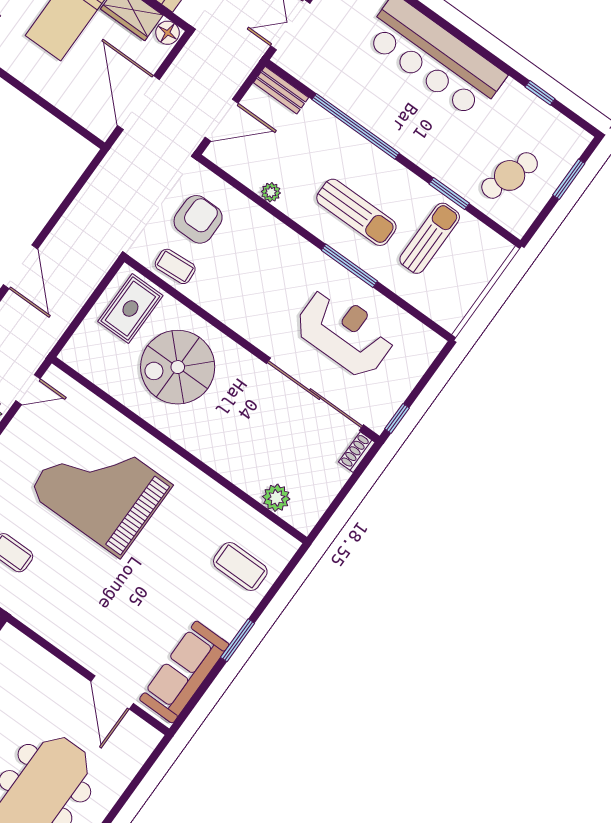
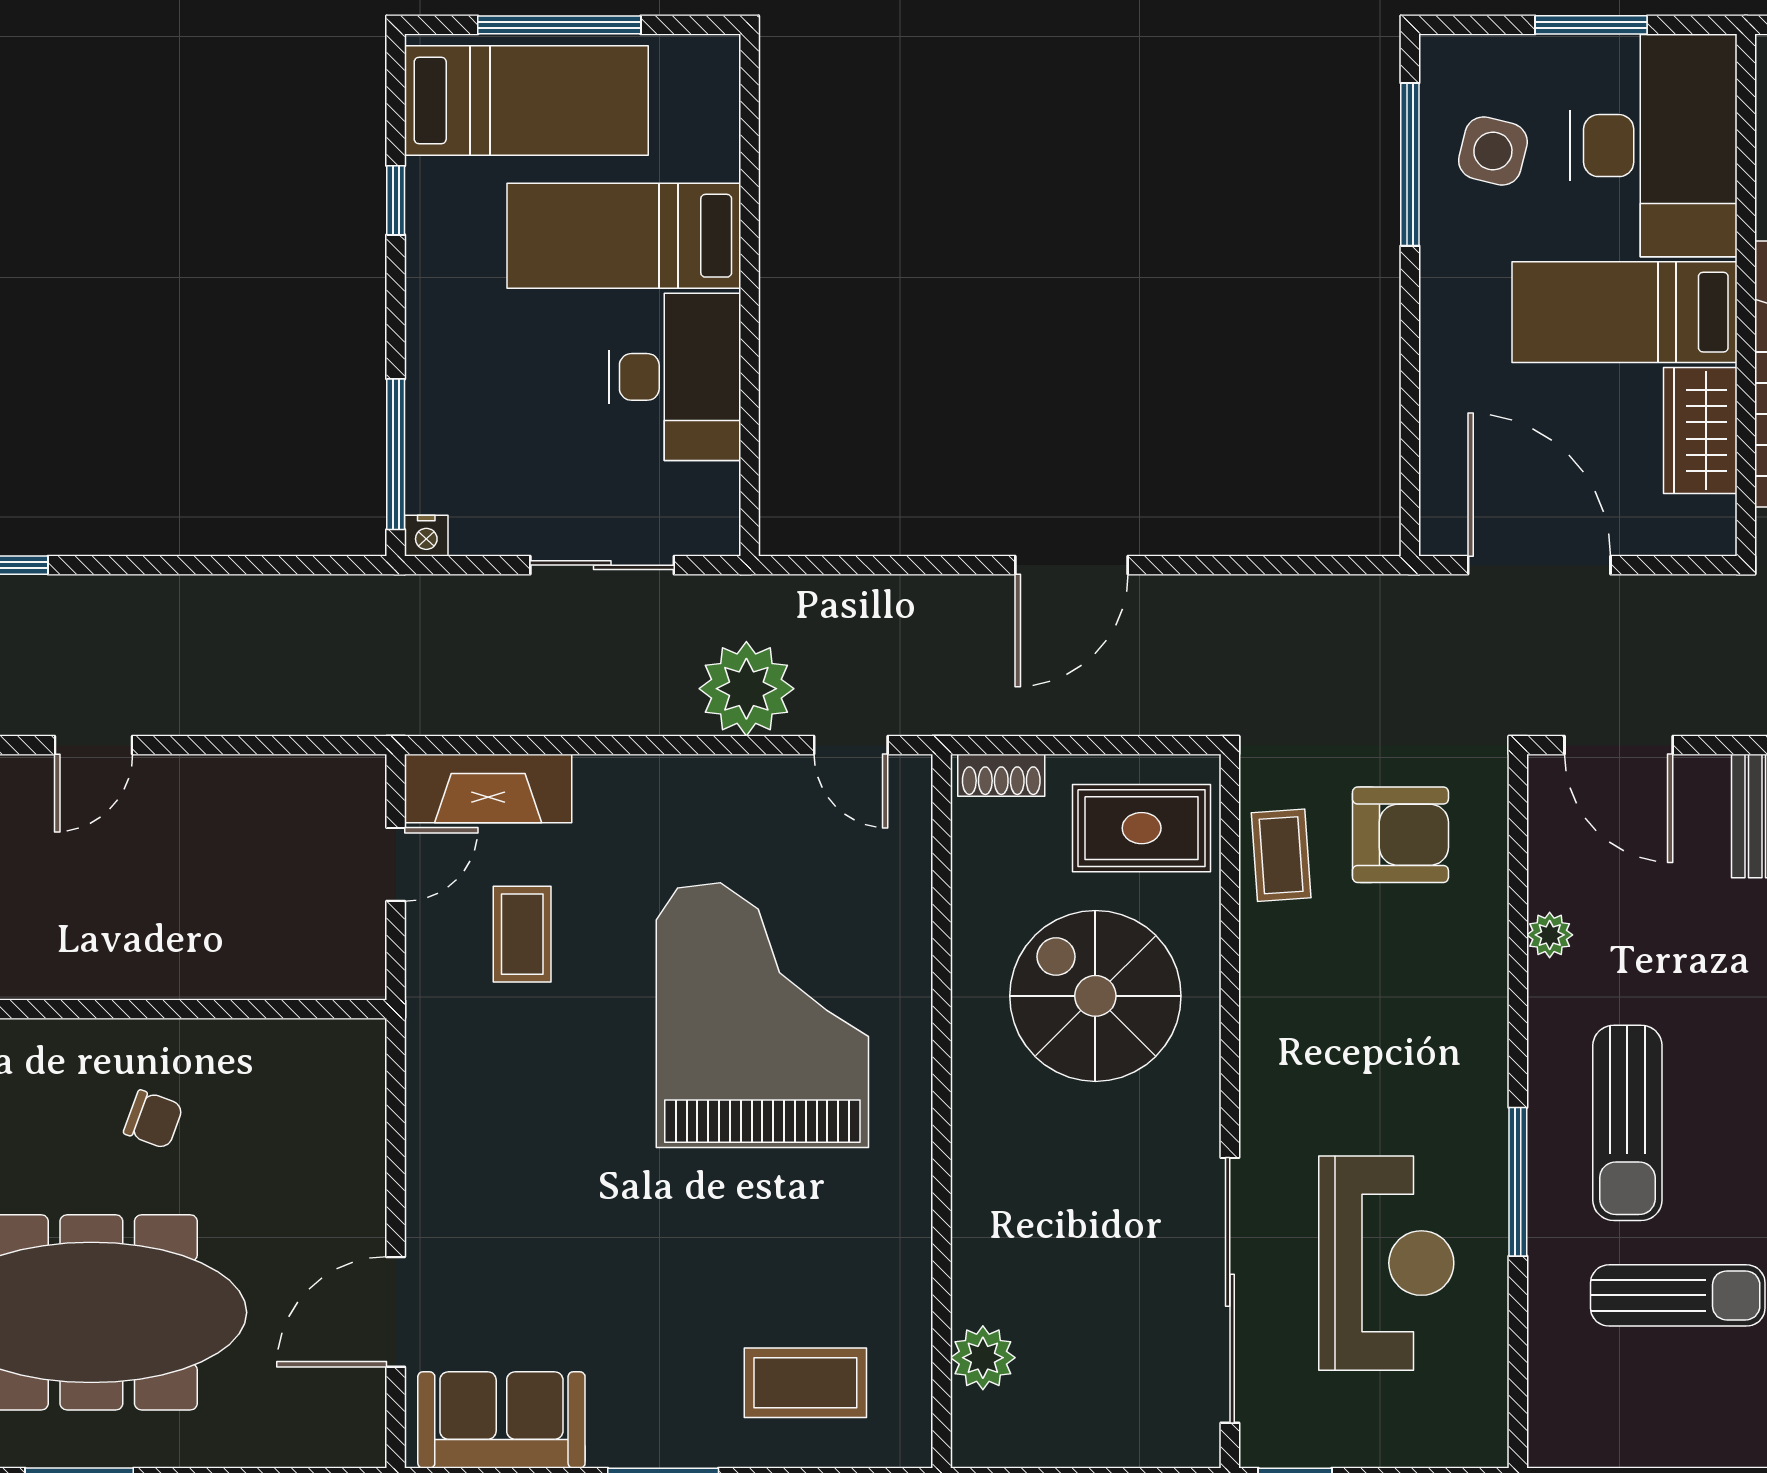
floor lamp: (168, 33) -> (1710, 525), removed
door: (138, 103) -> (1539, 565), hinge flipped
shoe rack: (357, 452) -> (1001, 775), moved, turned 180
coffee table: (240, 566) -> (805, 1383), turned 90
sofa: (184, 672) -> (501, 1420), width x0.73

